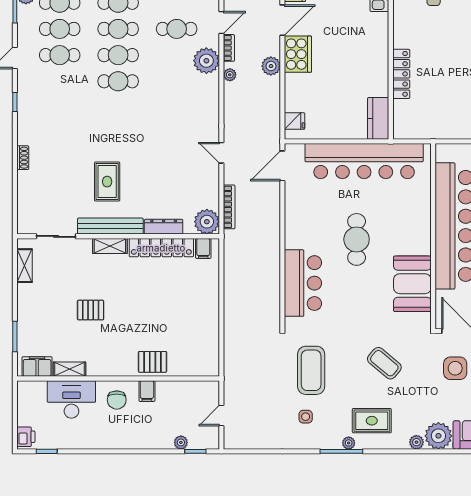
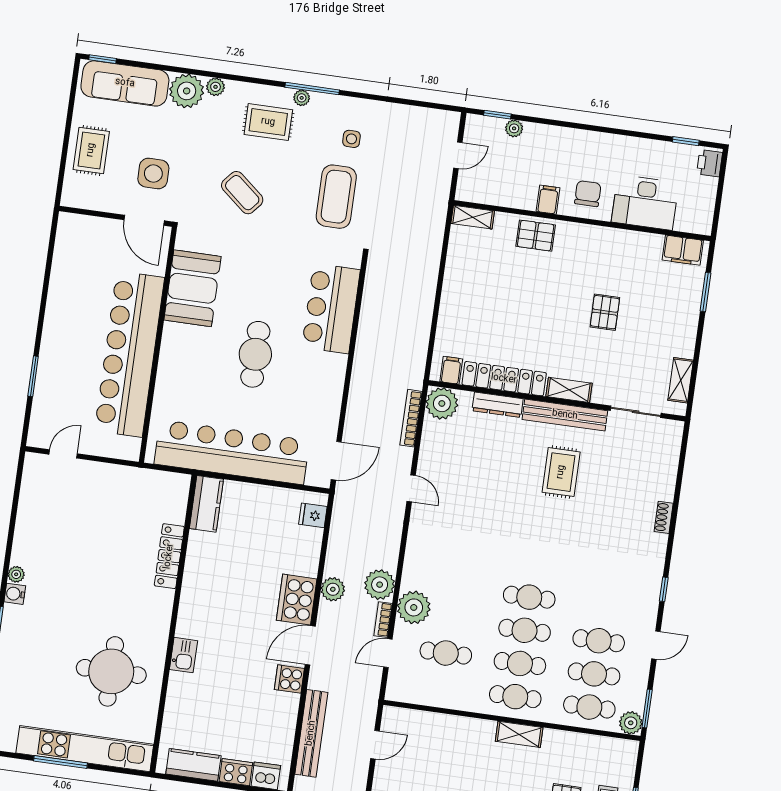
plant: (230, 75) -> (380, 585), width x1.88, depth x1.88
pallet: (91, 310) -> (605, 312), turned 90
shelving: (69, 369) -> (473, 217), moved

